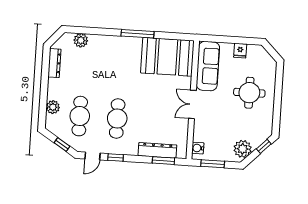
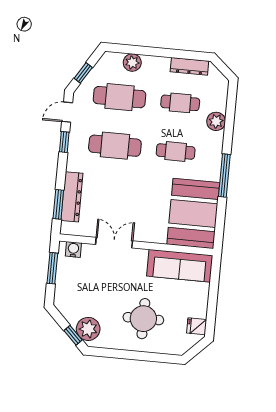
plant: (81, 40) -> (216, 121), moved
fridge: (240, 51) -> (197, 326), moved
cafe table: (83, 69) -> (180, 103), added
cafe table: (120, 72) -> (176, 151), added
double door: (192, 104) -> (114, 243), moved
plant: (243, 149) -> (88, 329), moved
door: (92, 156) -> (67, 112), hinge flipped

